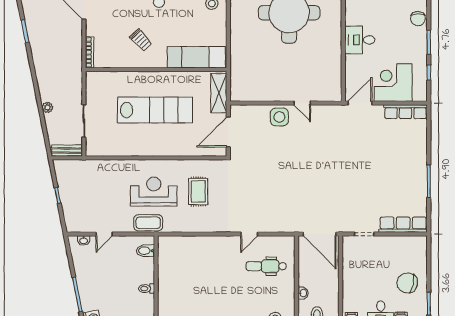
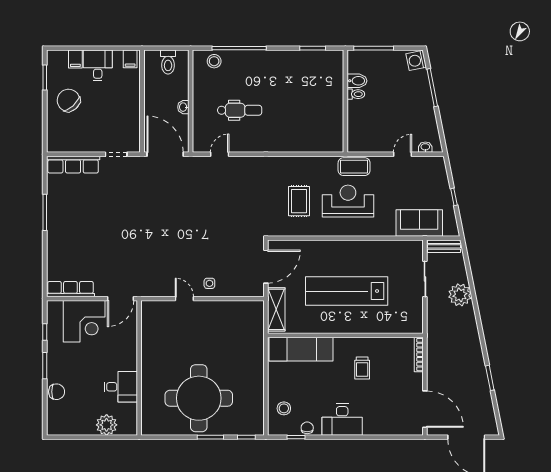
chair: (418, 19) -> (57, 392), turned 90
trolley: (141, 40) -> (362, 368), turned -137
desk: (360, 40) -> (121, 387), moved
plant: (47, 107) -> (460, 295), width x1.88, depth x1.88
side table: (279, 117) -> (209, 283), width x0.54, depth x0.54
sofa: (89, 172) -> (419, 223), added
reception desk: (154, 192) -> (348, 201), turned 180
door: (249, 234) -> (220, 154), moved
bidet: (146, 251) -> (357, 81), moved
dental chair: (266, 266) -> (240, 110), moved
chair: (407, 283) -> (68, 100), turned -143
washbasin: (303, 293) -> (183, 107), moved

